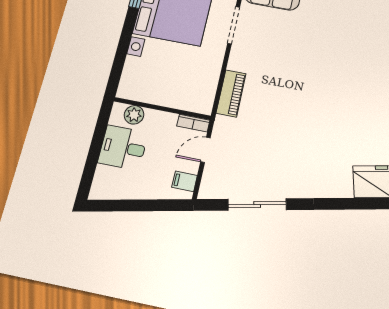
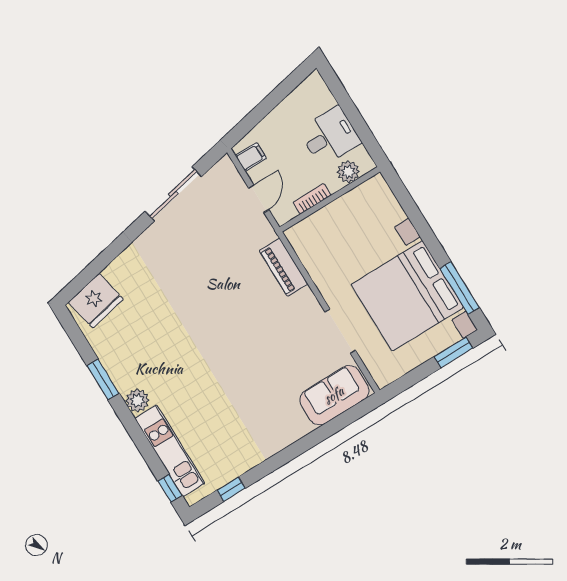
bookcase: (193, 123) -> (312, 199), moved

